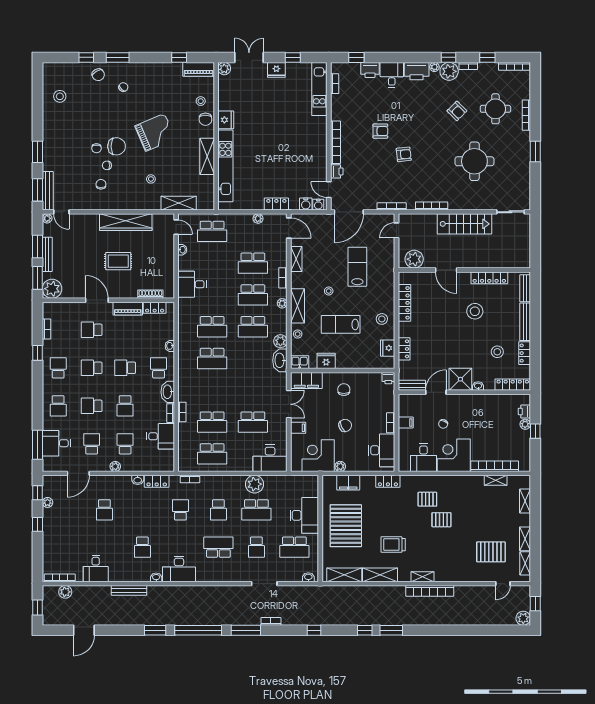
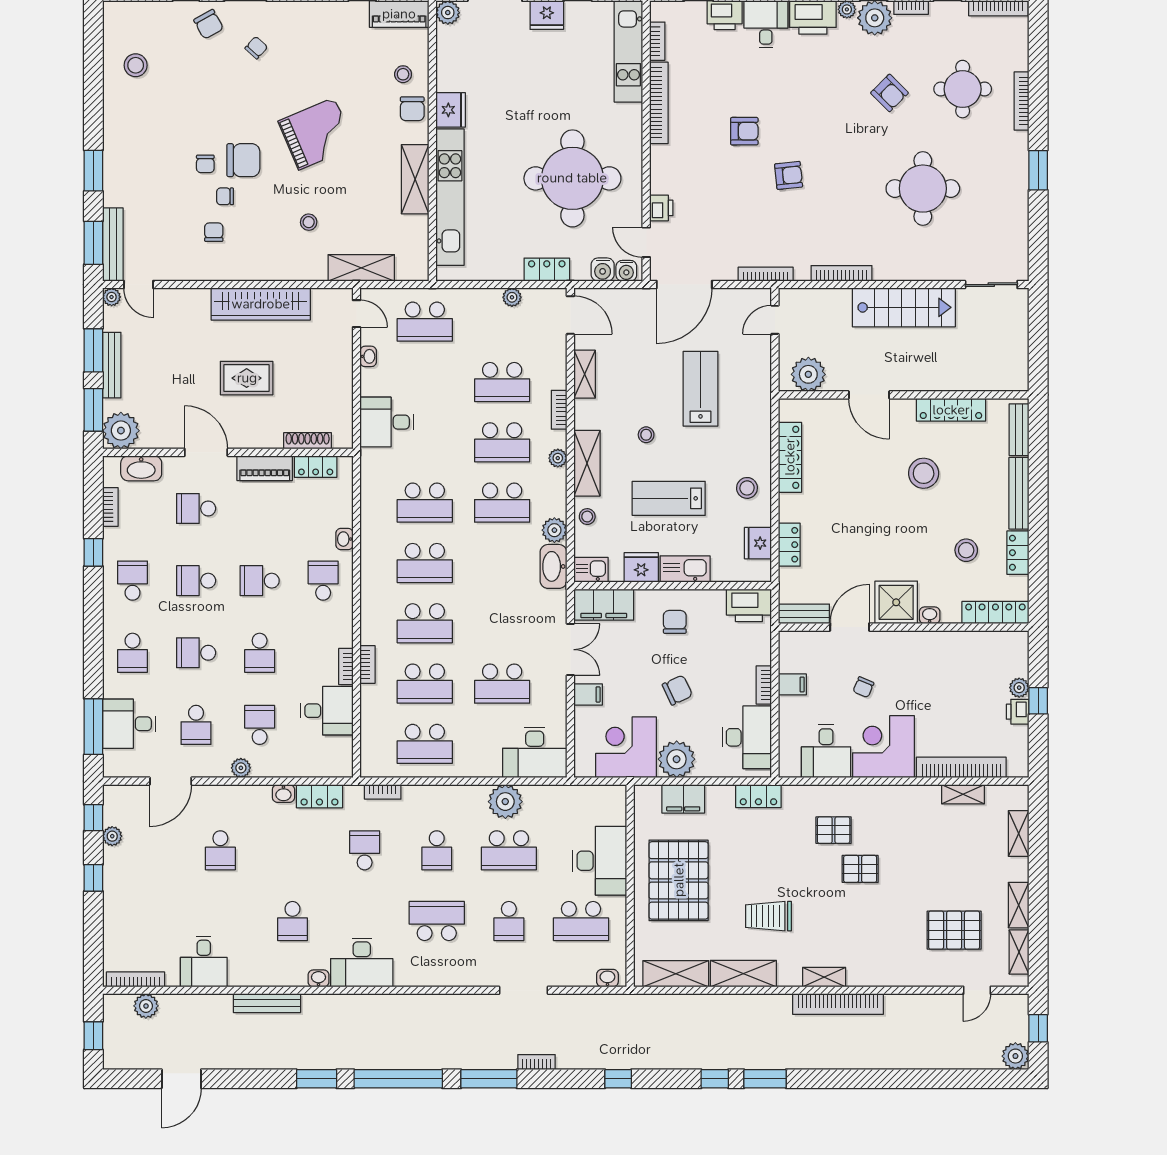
bookcase: (335, 142) -> (659, 103), moved
round table: (290, 156) -> (572, 178), added
kitchen sink: (349, 362) -> (685, 569), added
printer: (388, 378) -> (749, 605), width x1.87, depth x1.48
school desk: (212, 390) -> (425, 623), added
washbasin: (168, 392) -> (141, 468), moved, turned -90
printer: (524, 412) -> (1018, 712), moved
school desk: (92, 444) -> (196, 725), turned 180
plant: (340, 466) -> (677, 759), width x1.88, depth x1.88

